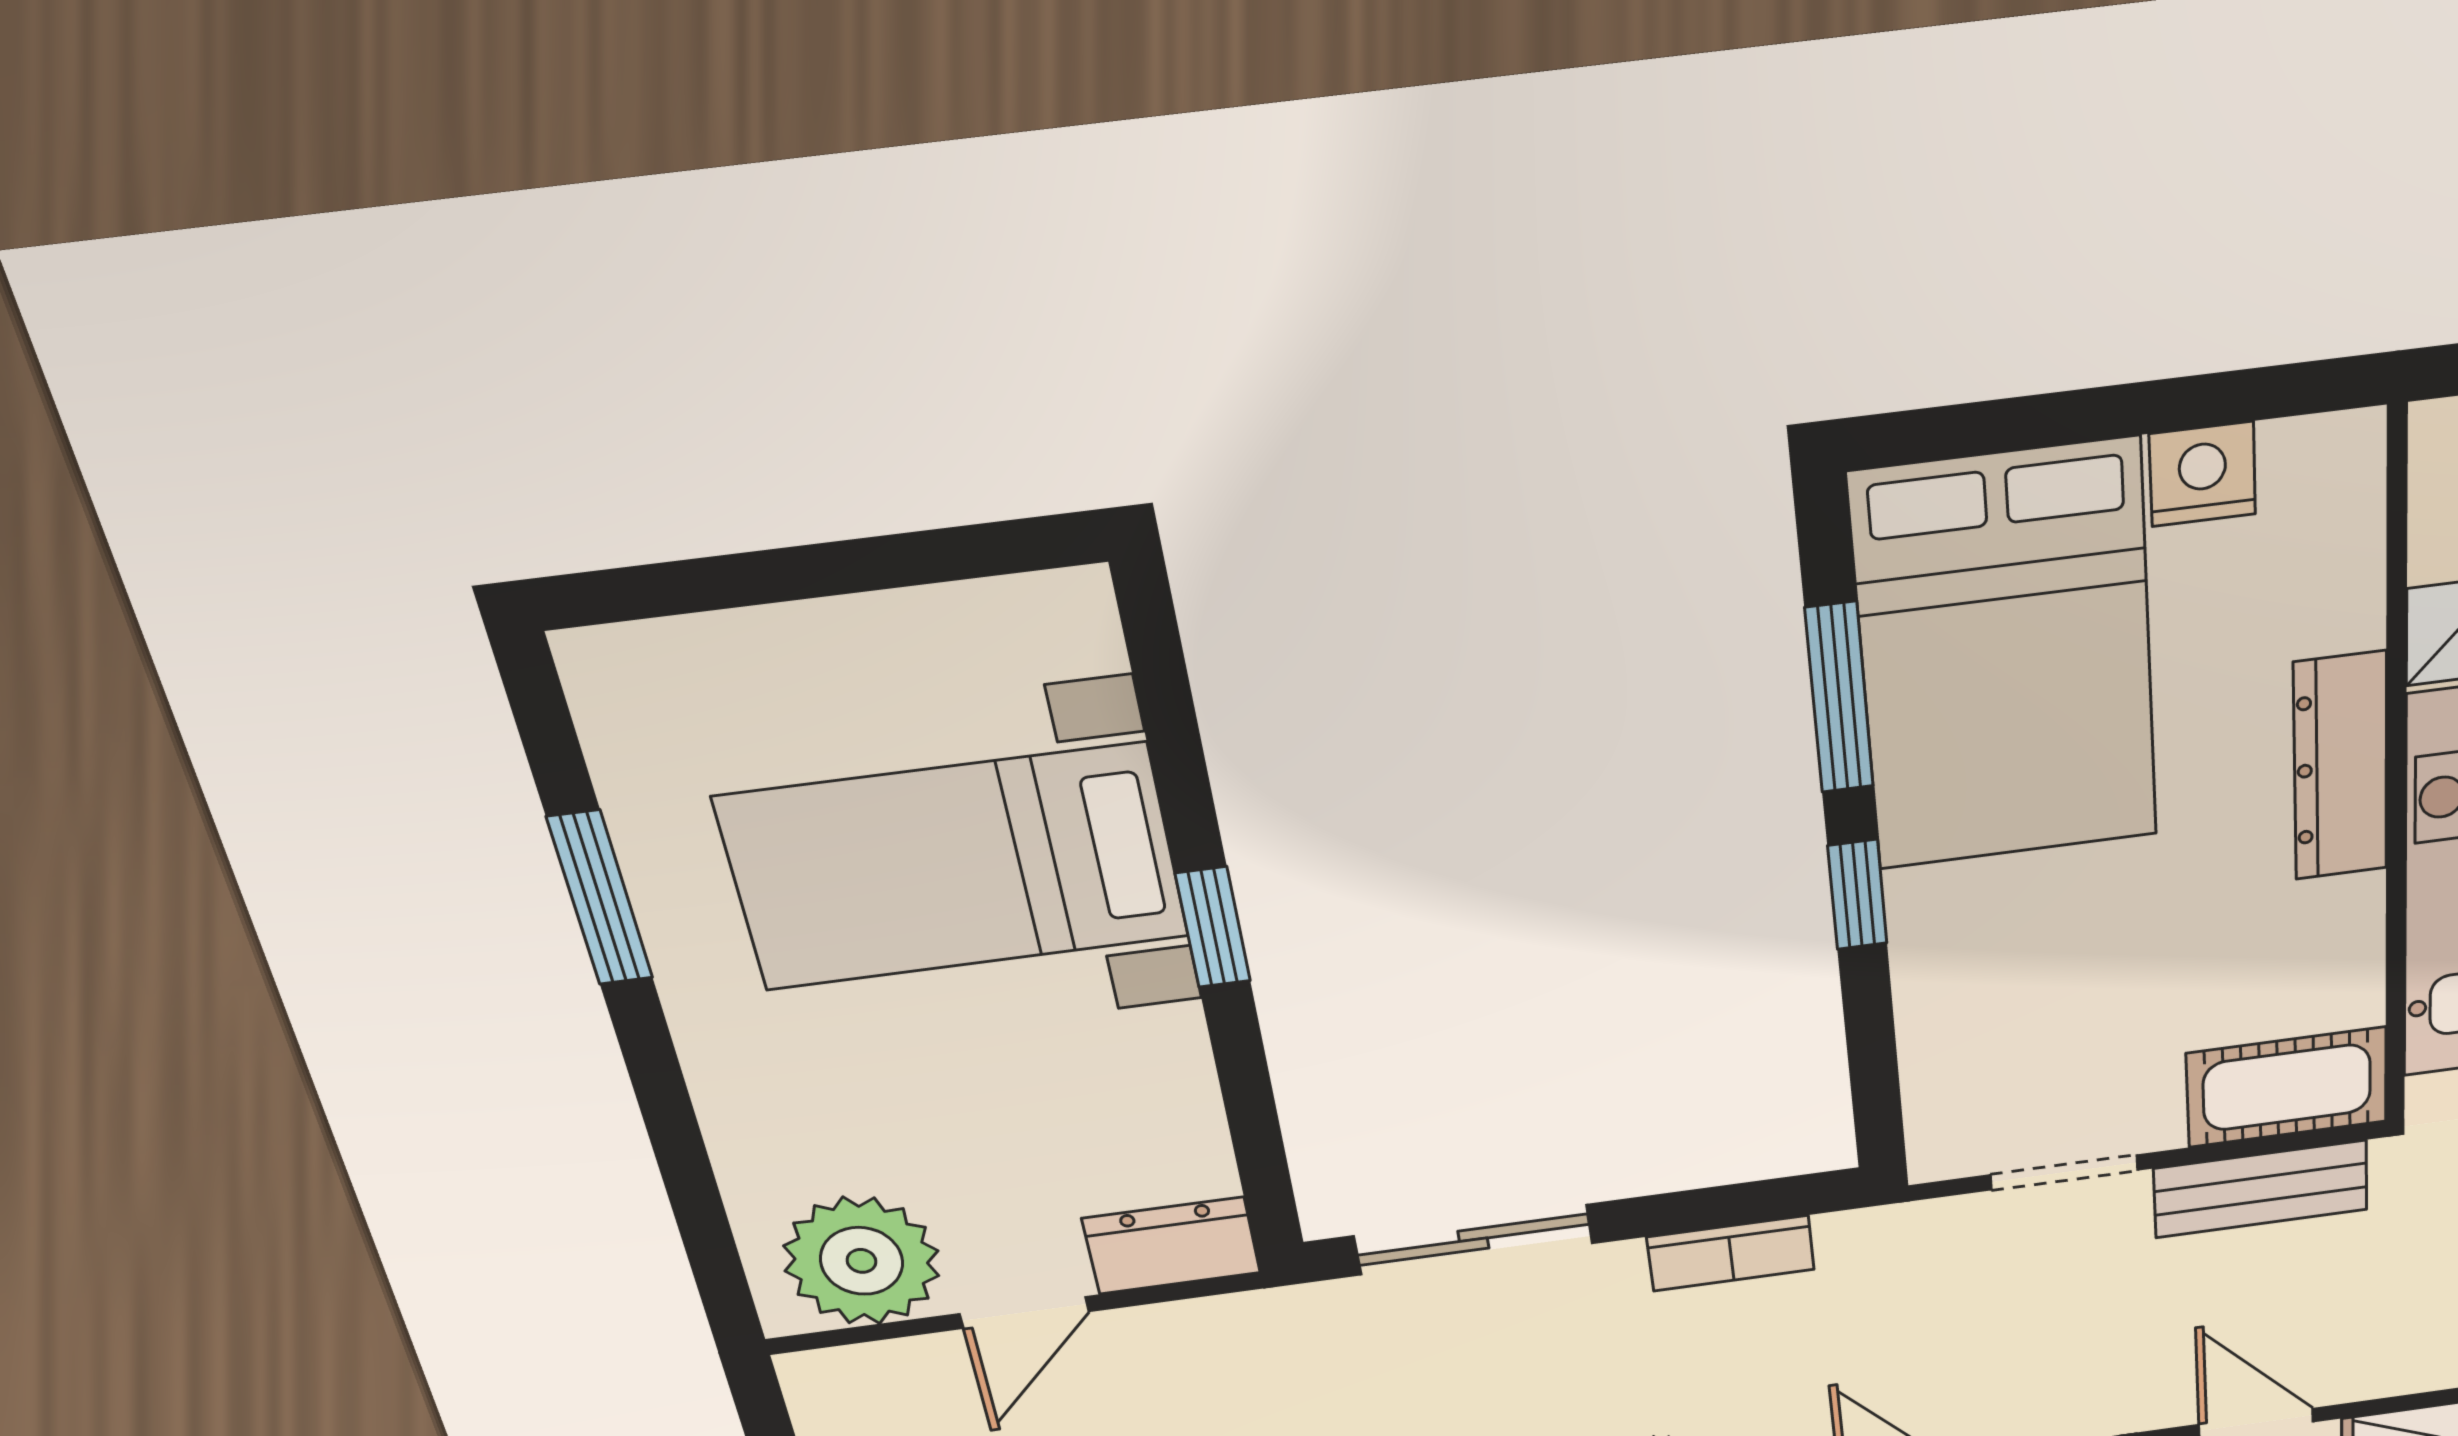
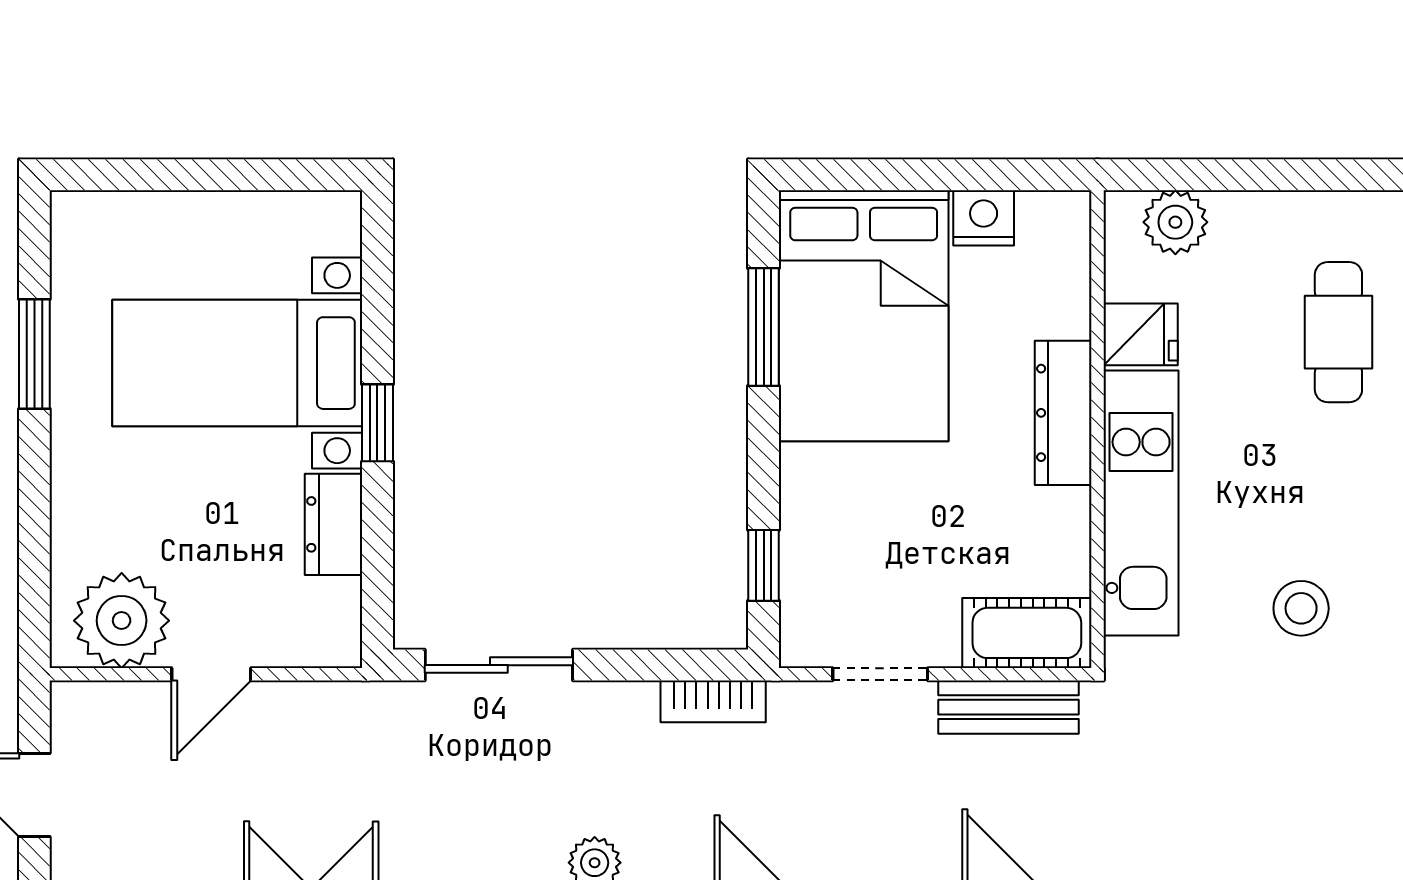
window: (1857, 895) -> (764, 565), moved
dresser: (1171, 1246) -> (334, 524), moved, turned -90
bookcase: (1731, 1253) -> (713, 701), moved

